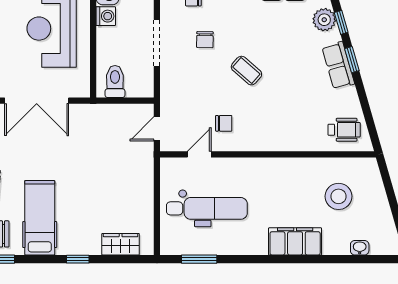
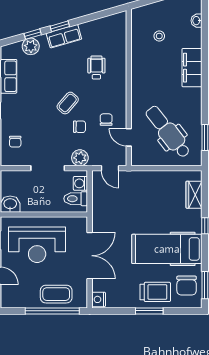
washing machine: (106, 16) -> (80, 183), moved, turned -90
chair: (205, 40) -> (79, 127), moved
plant: (171, 87) -> (80, 158), added
wheelchair: (344, 130) -> (96, 67), moved
stool: (339, 196) -> (159, 36), width x0.53, depth x0.53
dental chair: (207, 208) -> (168, 132), turned -38
hospital bed: (40, 218) -> (167, 249), width x1.37, depth x1.29

